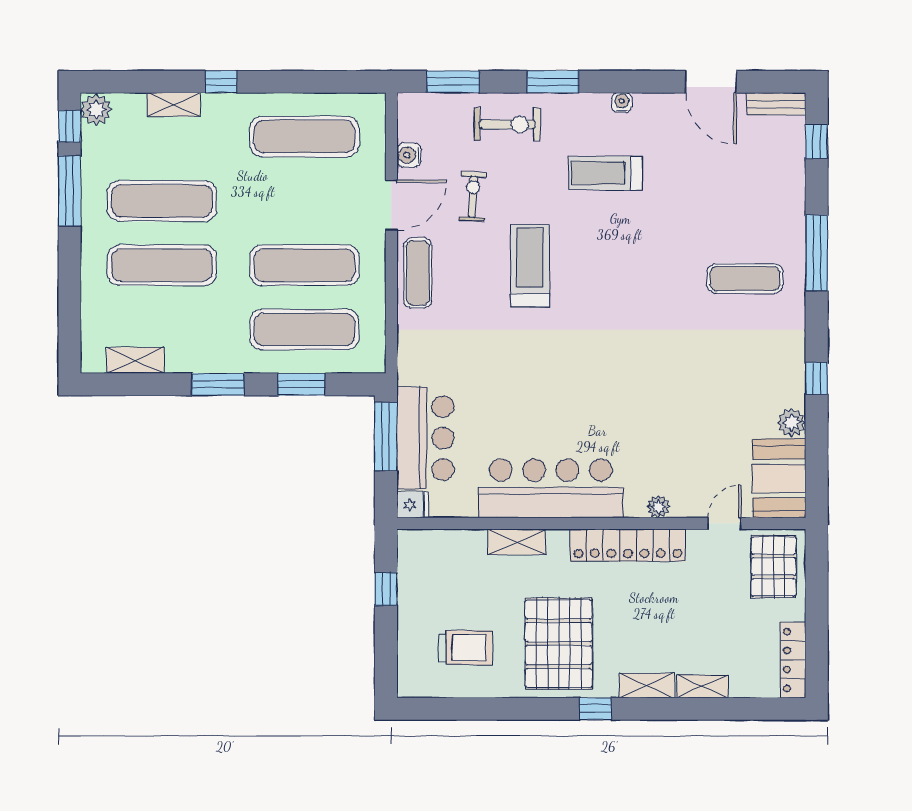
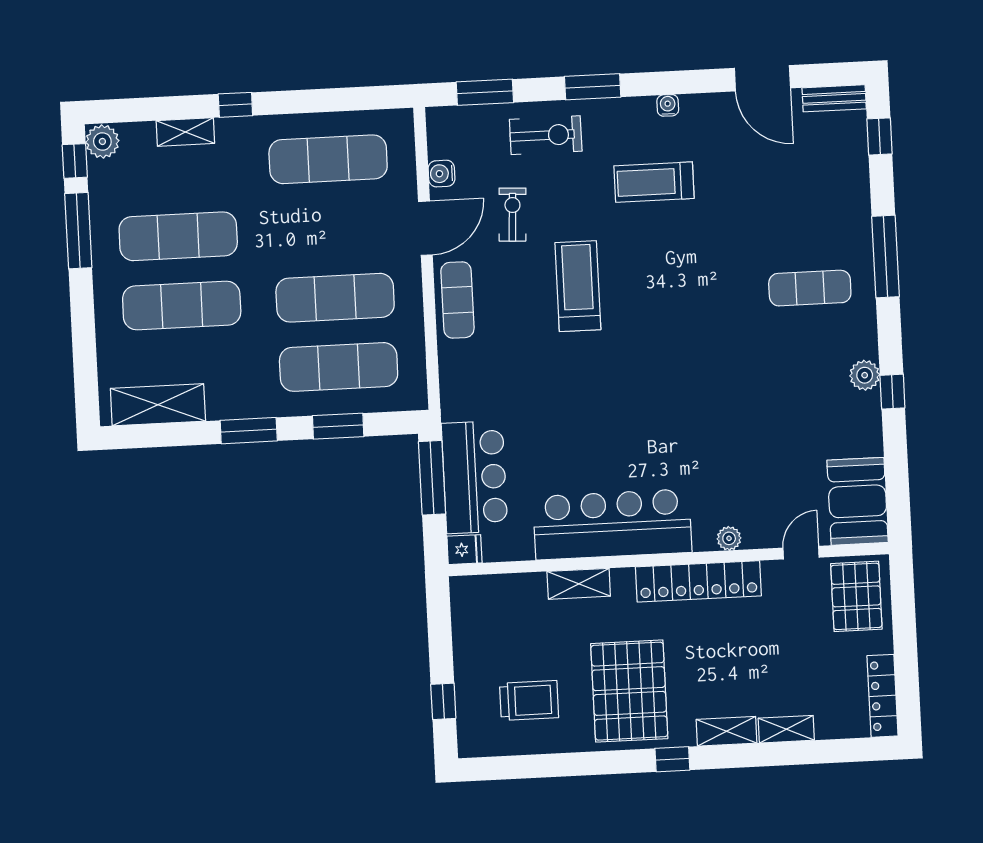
shelving: (135, 360) -> (158, 405), width x1.50, depth x1.33
plant: (792, 423) -> (865, 375), moved
window: (386, 589) -> (443, 701), moved

